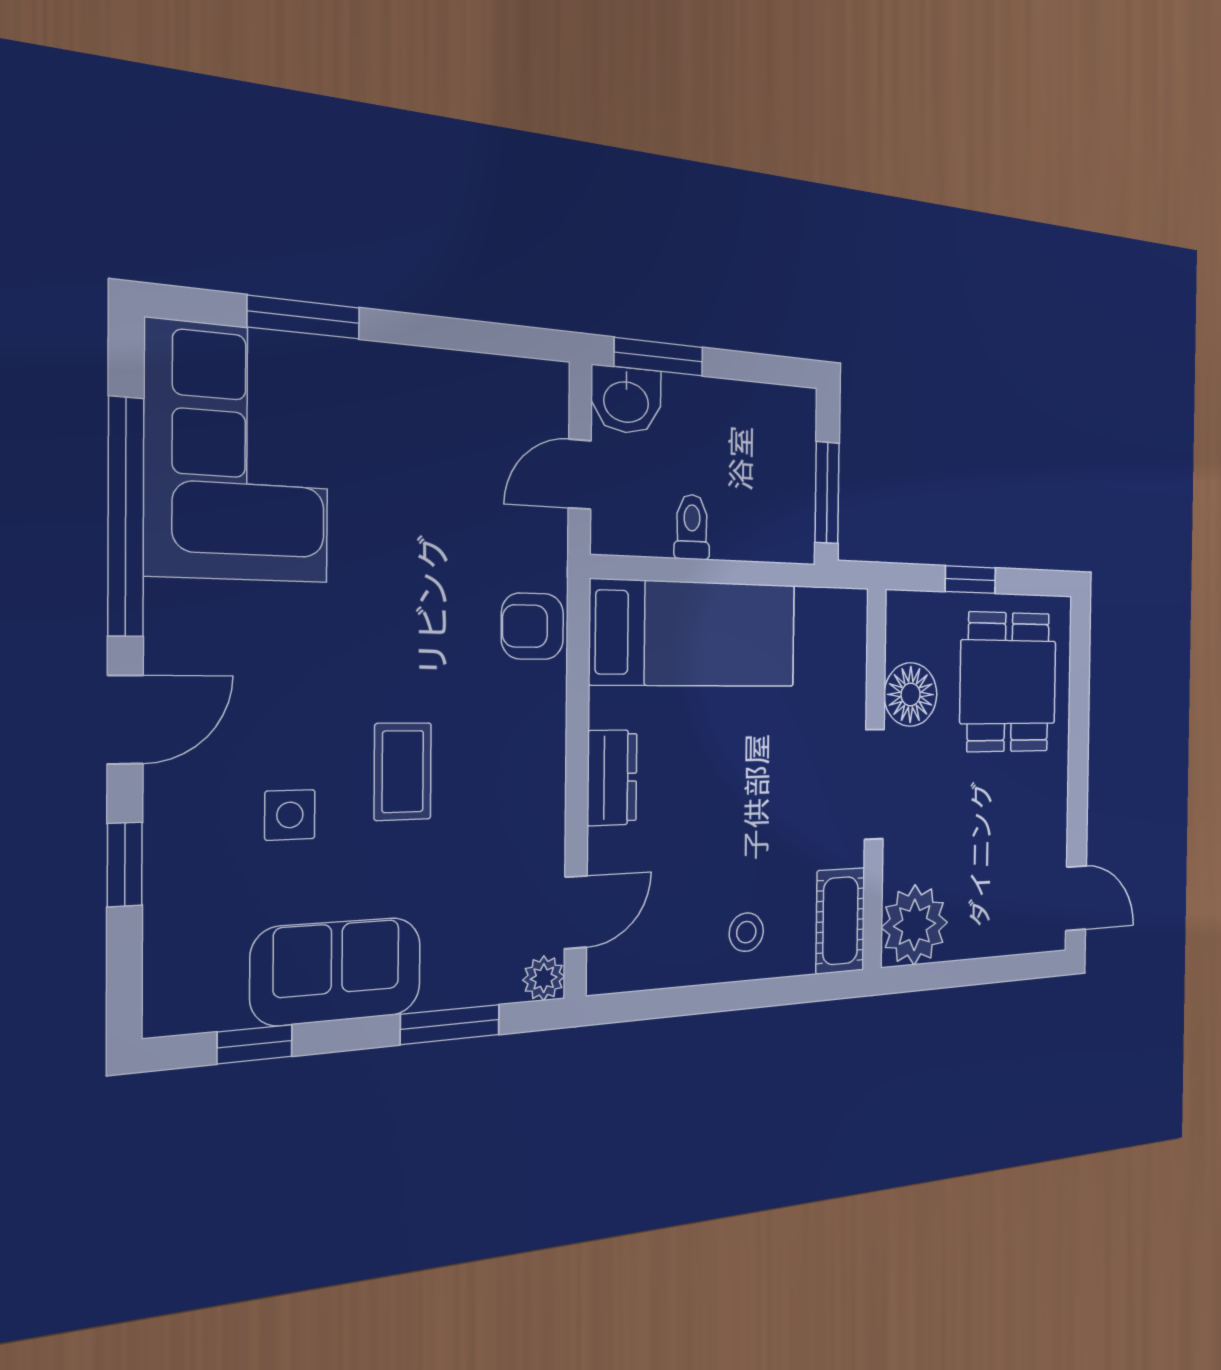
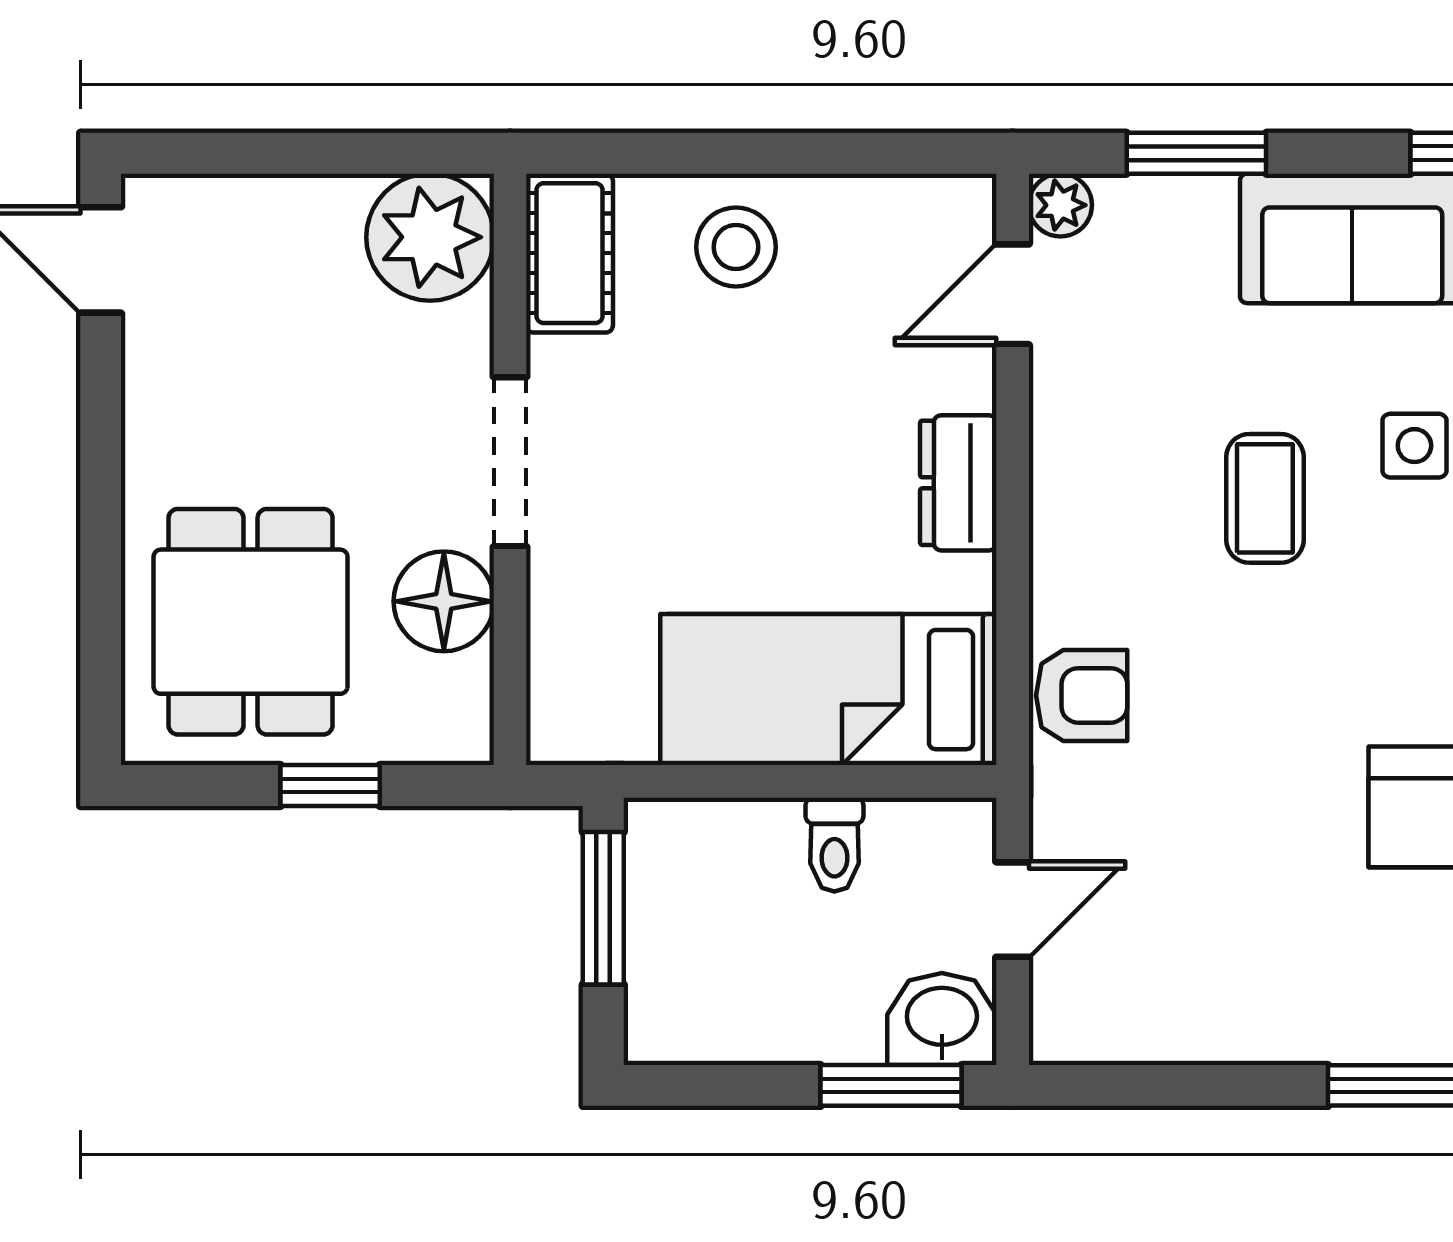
stool: (746, 932) -> (736, 247), width x1.37, depth x1.37

